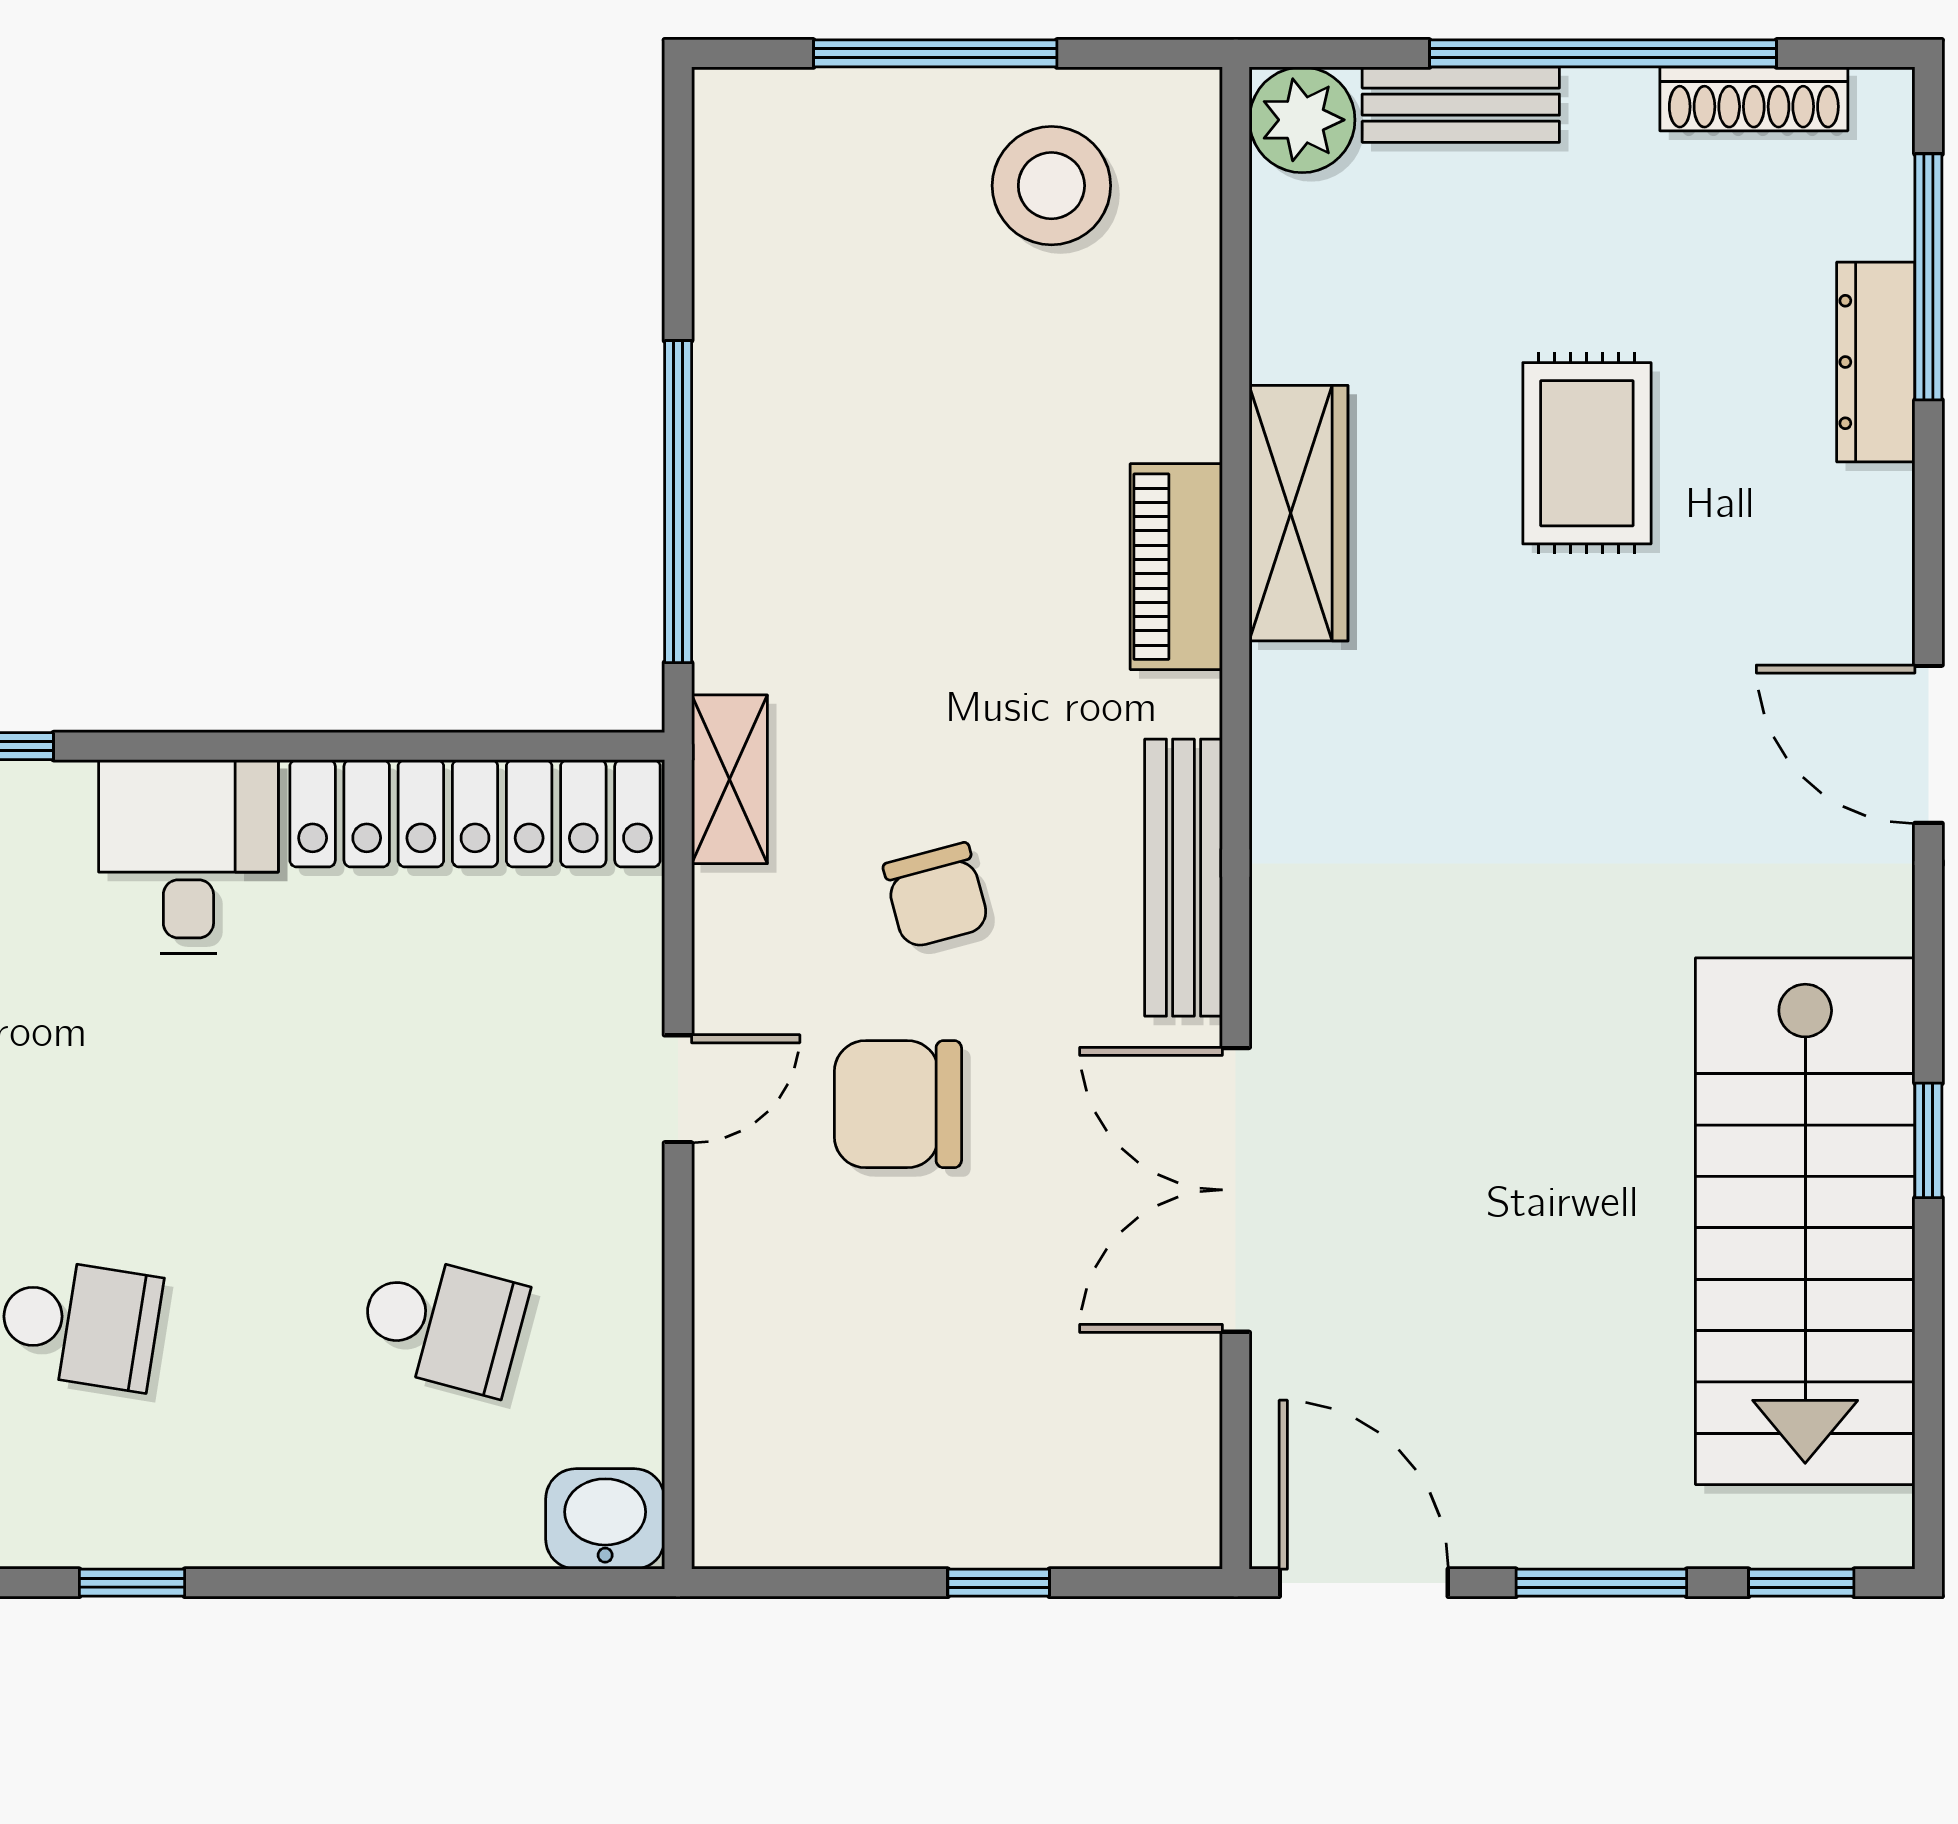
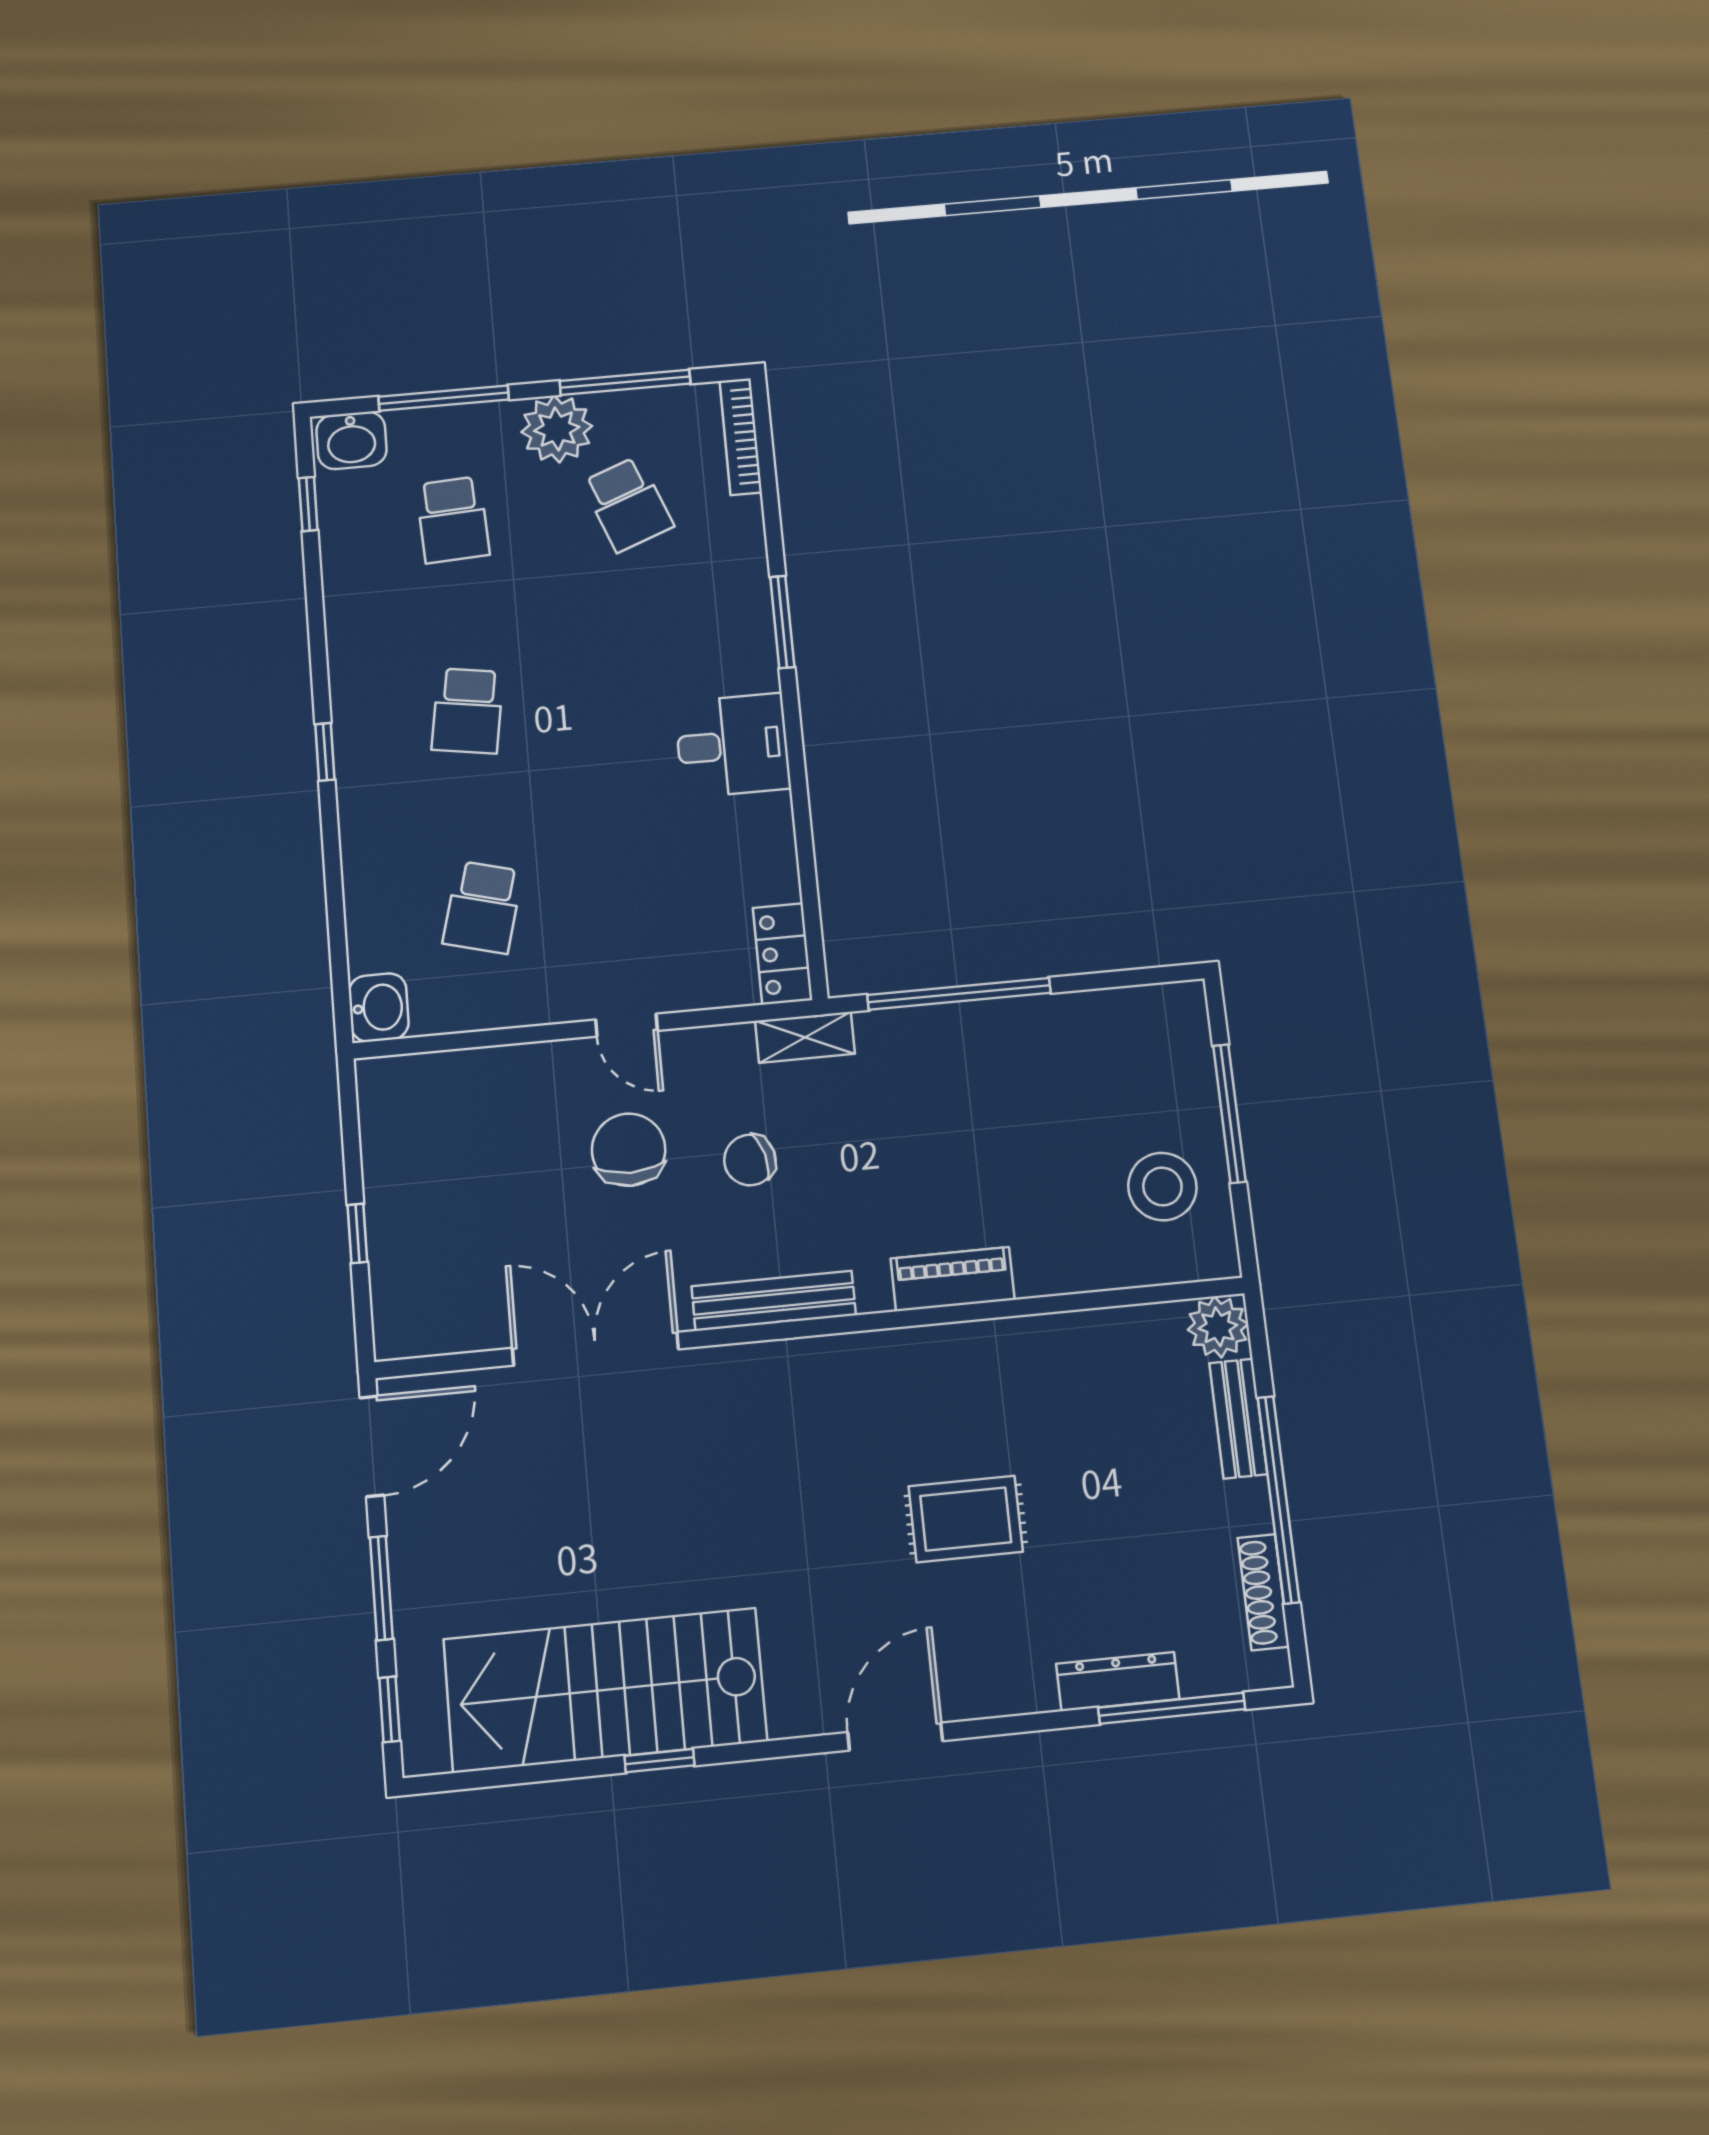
rug: (1587, 453) -> (966, 1519), moved
wardrobe: (1299, 513) -> (991, 1347), removed
locker: (475, 813) -> (783, 954), width x0.46, depth x0.83

